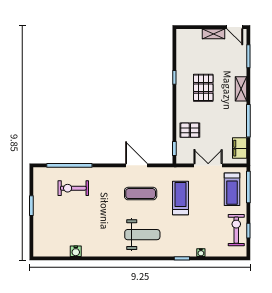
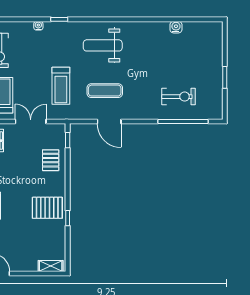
shelving: (213, 34) -> (51, 266), moved
pallet: (203, 88) -> (47, 208), moved, turned 90
pallet: (190, 130) -> (51, 160), turned 90
double door: (208, 165) -> (31, 122), swing flipped

